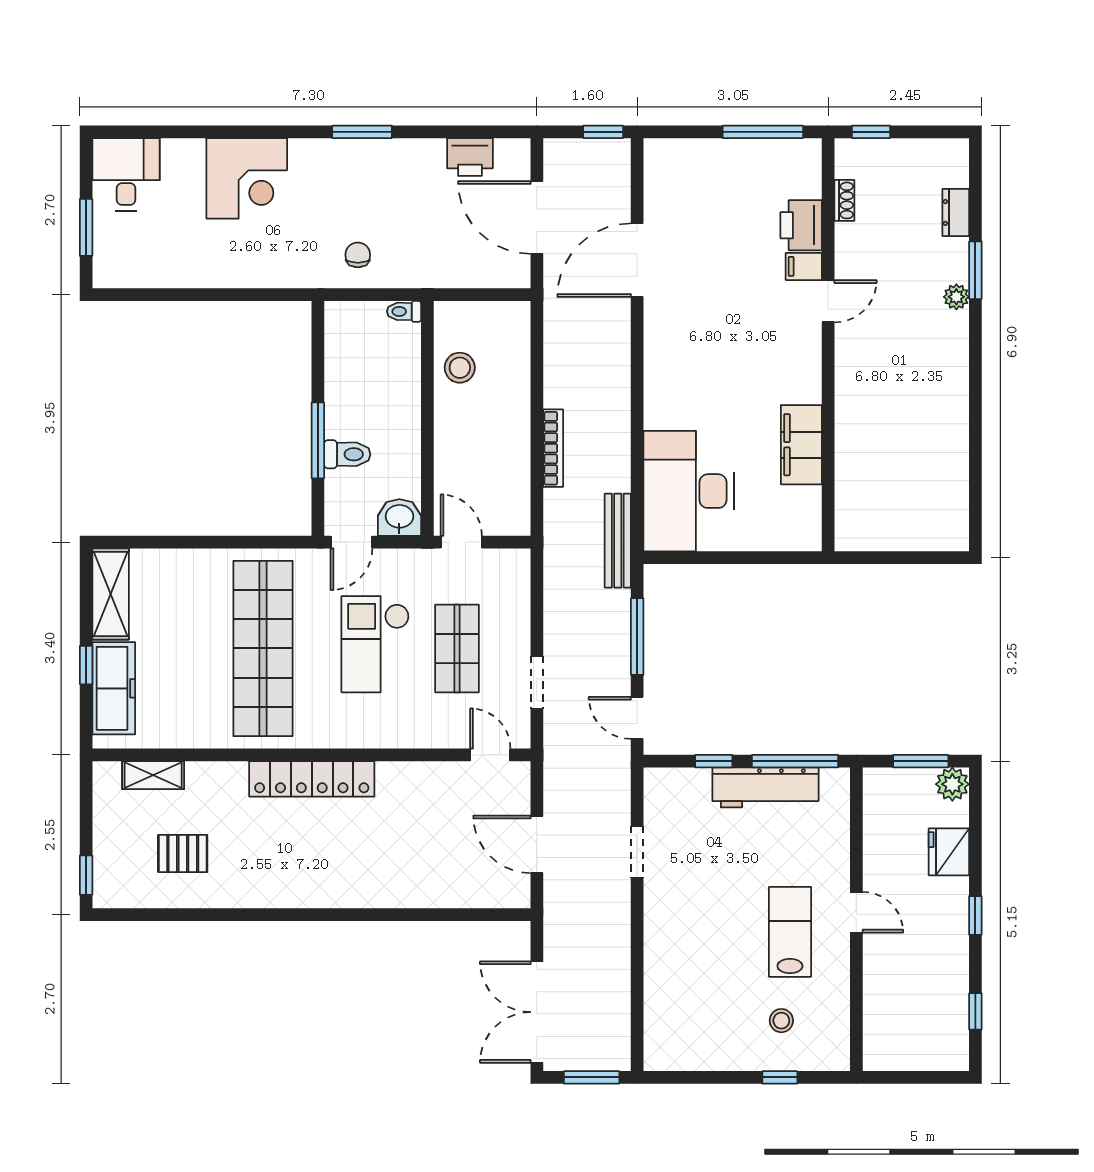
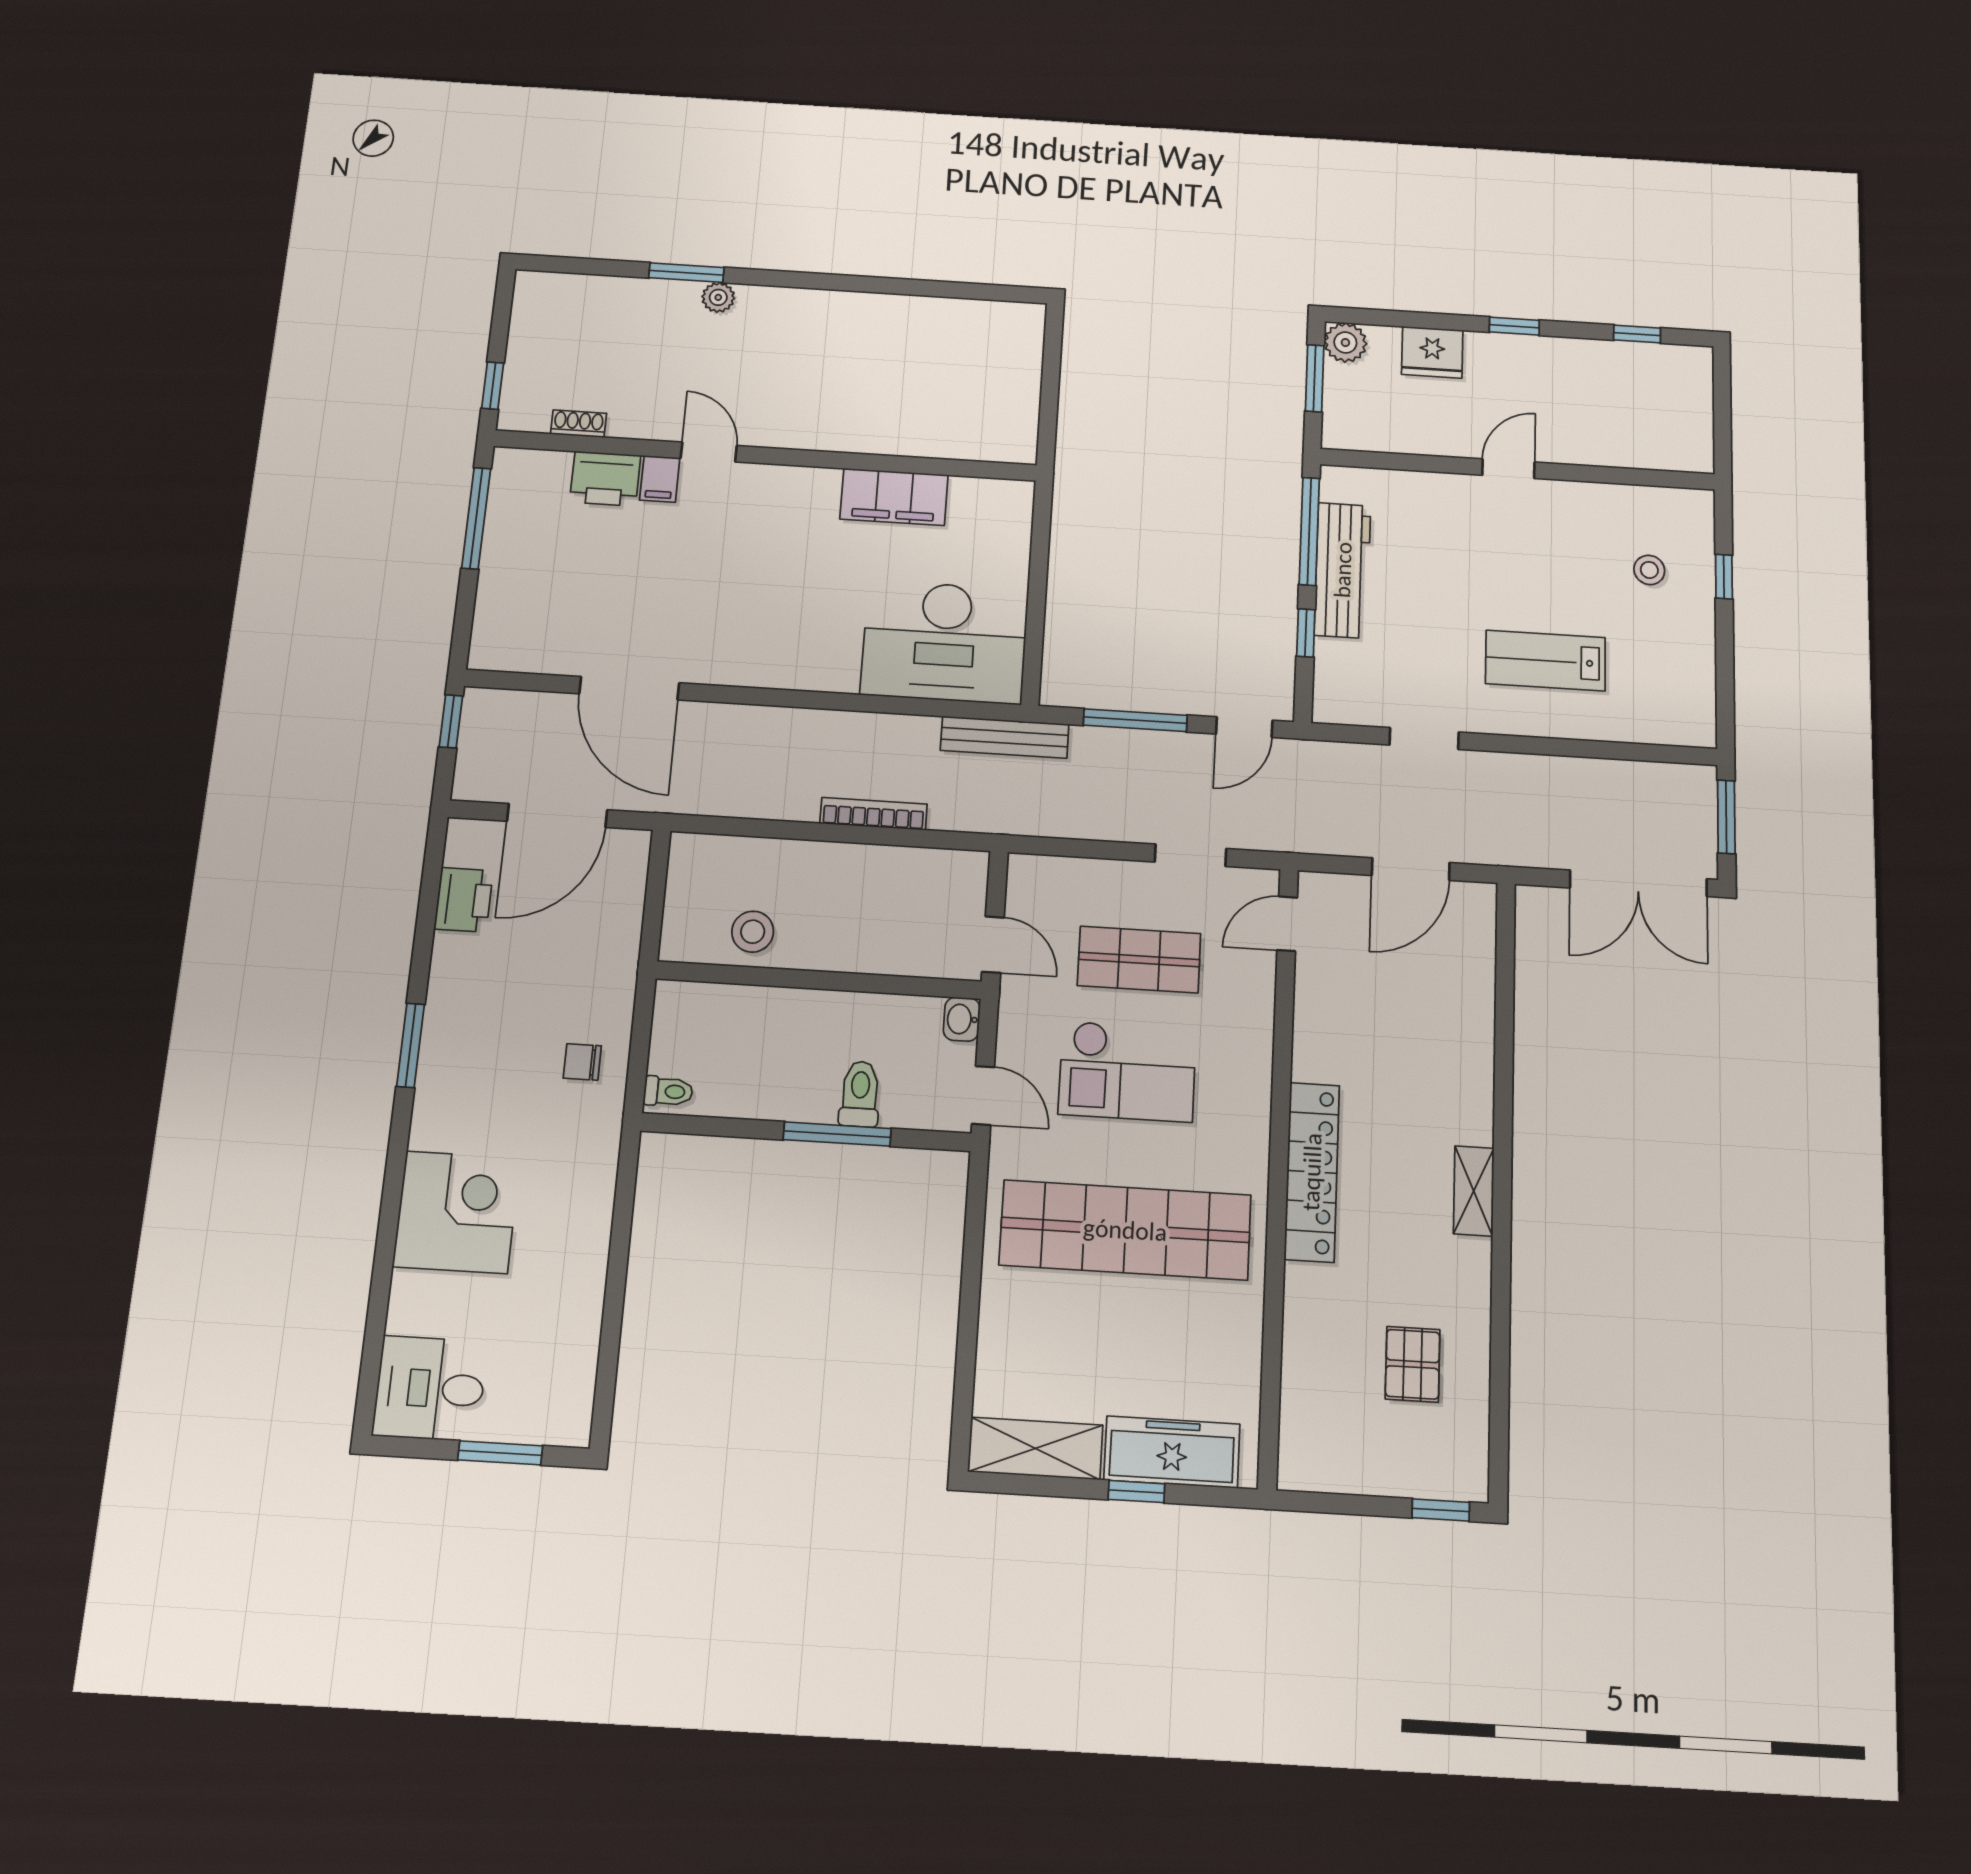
dresser: (956, 212) -> (609, 291), removed
toilet: (404, 311) -> (668, 1091), moved, turned -90
washbasin: (399, 517) -> (962, 1019), width x0.72, depth x0.69
door: (461, 542) -> (993, 945), swing flipped
shelving: (153, 775) -> (1474, 1191), moved
lab bench: (790, 932) -> (1545, 661), moved

